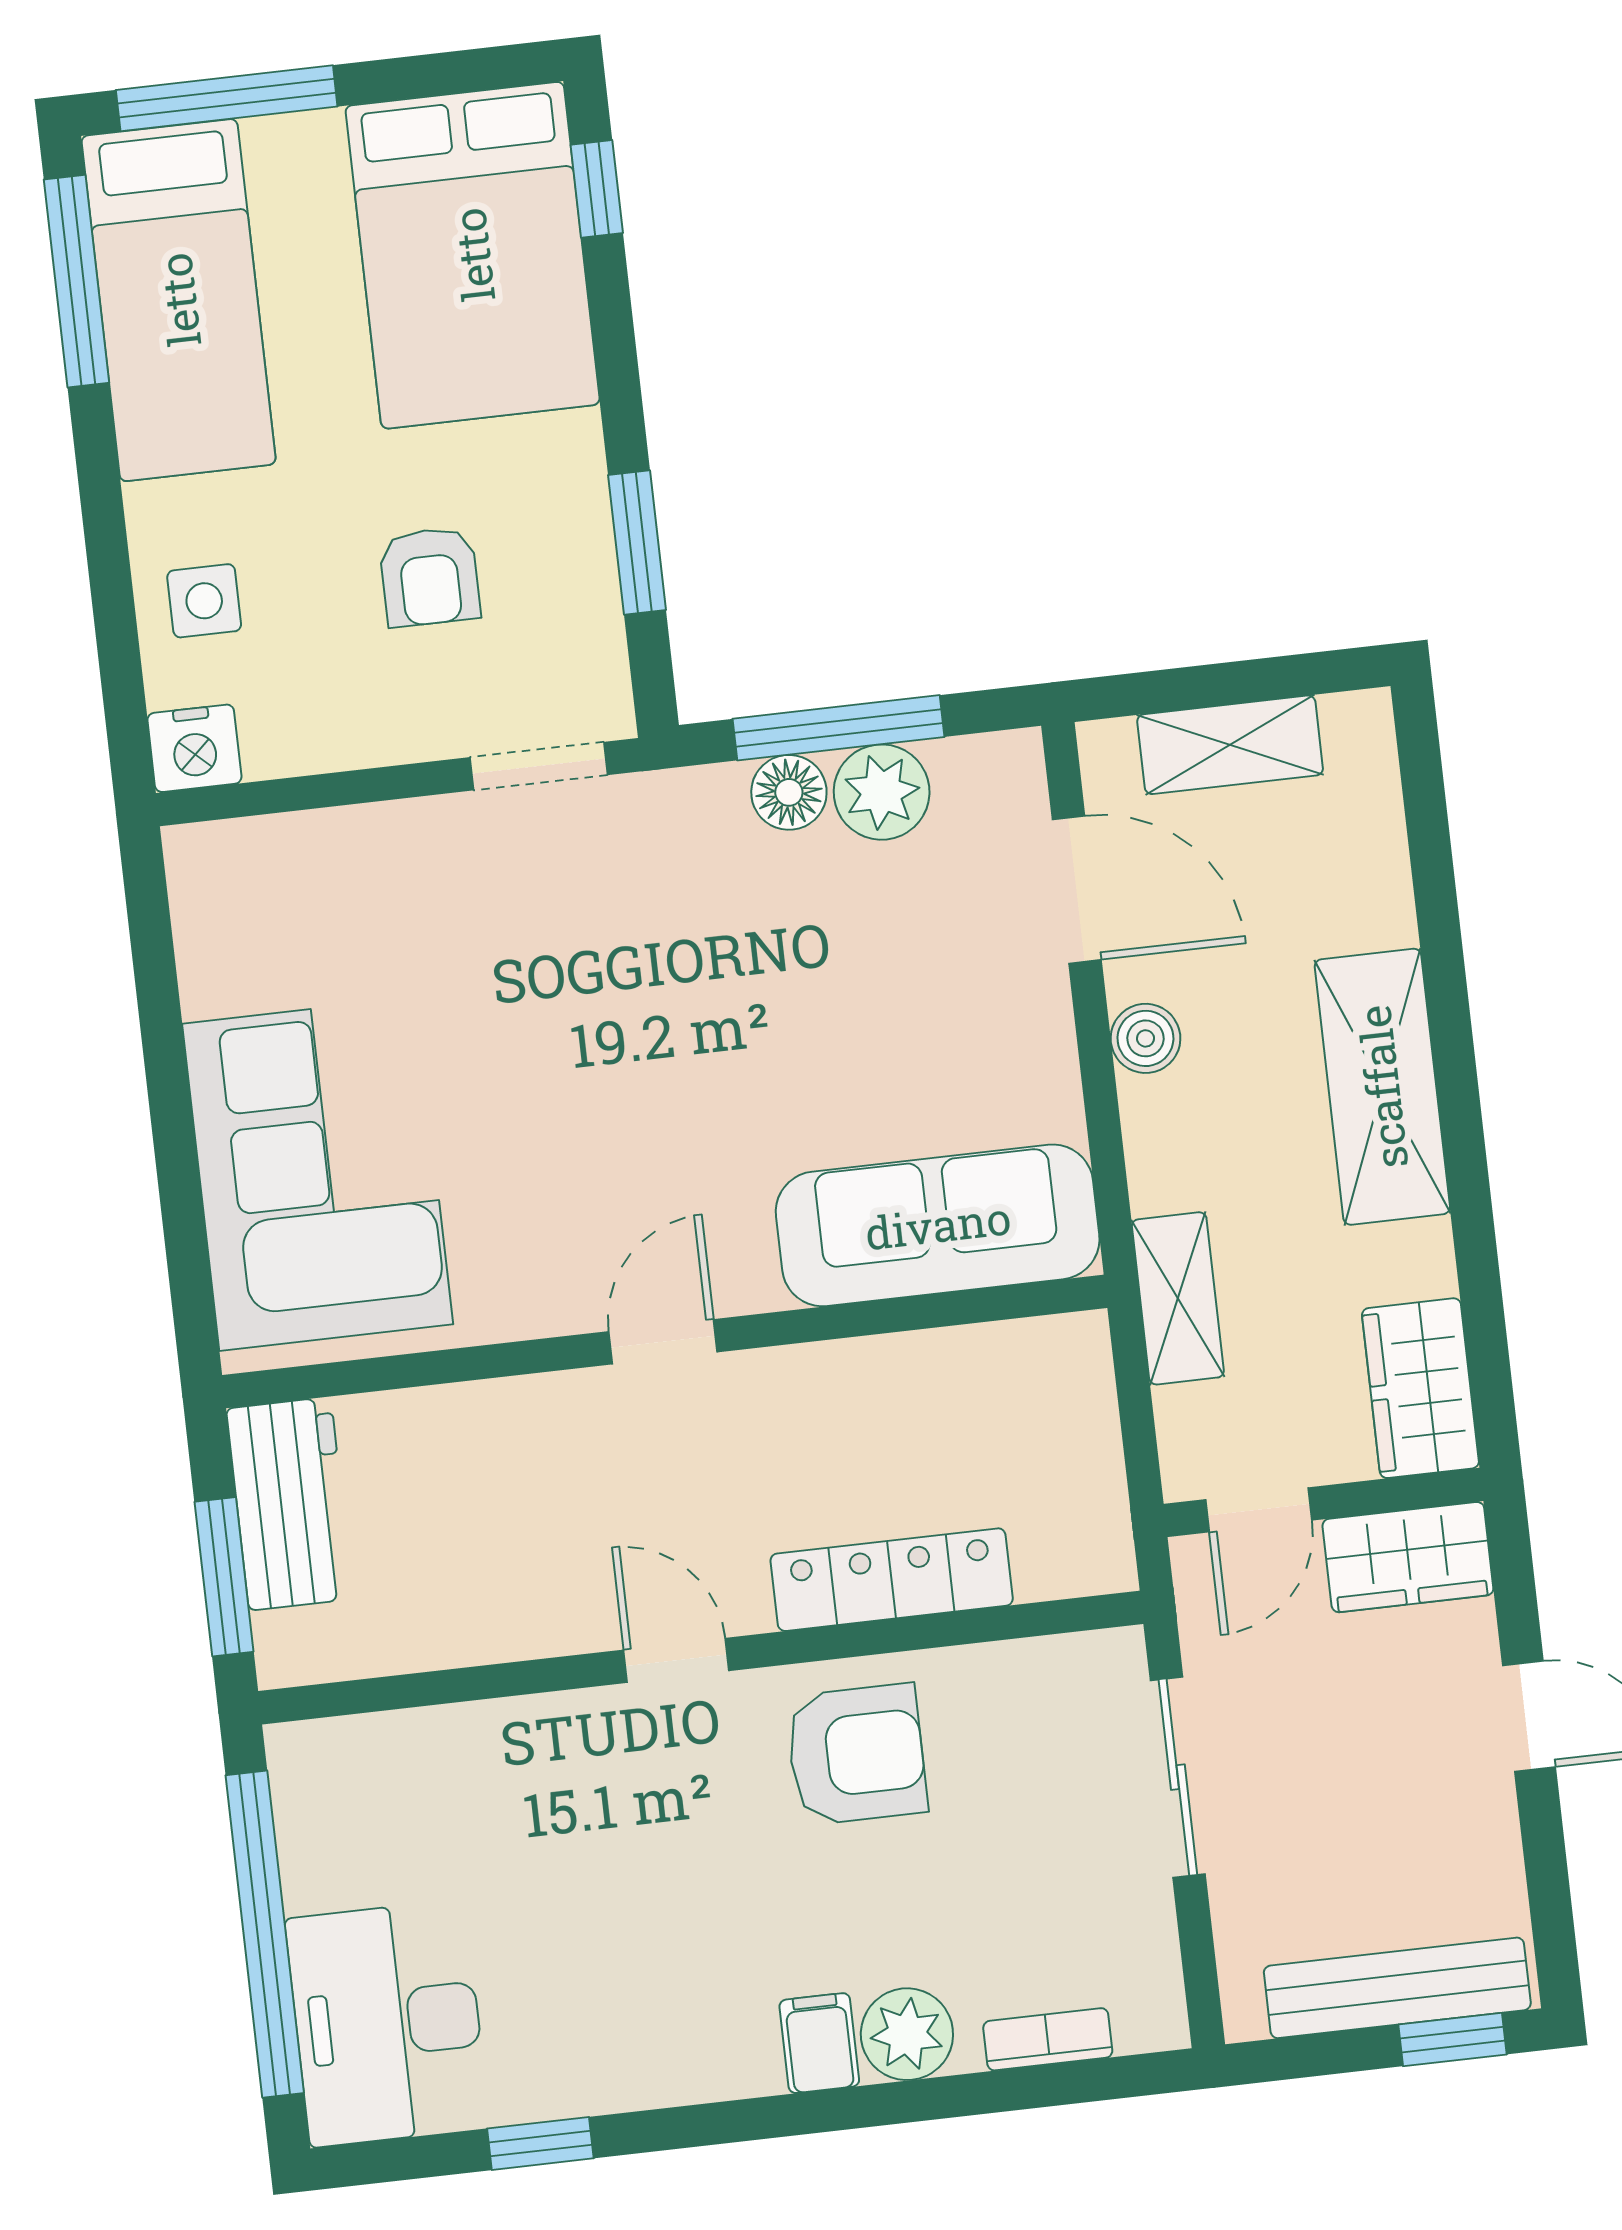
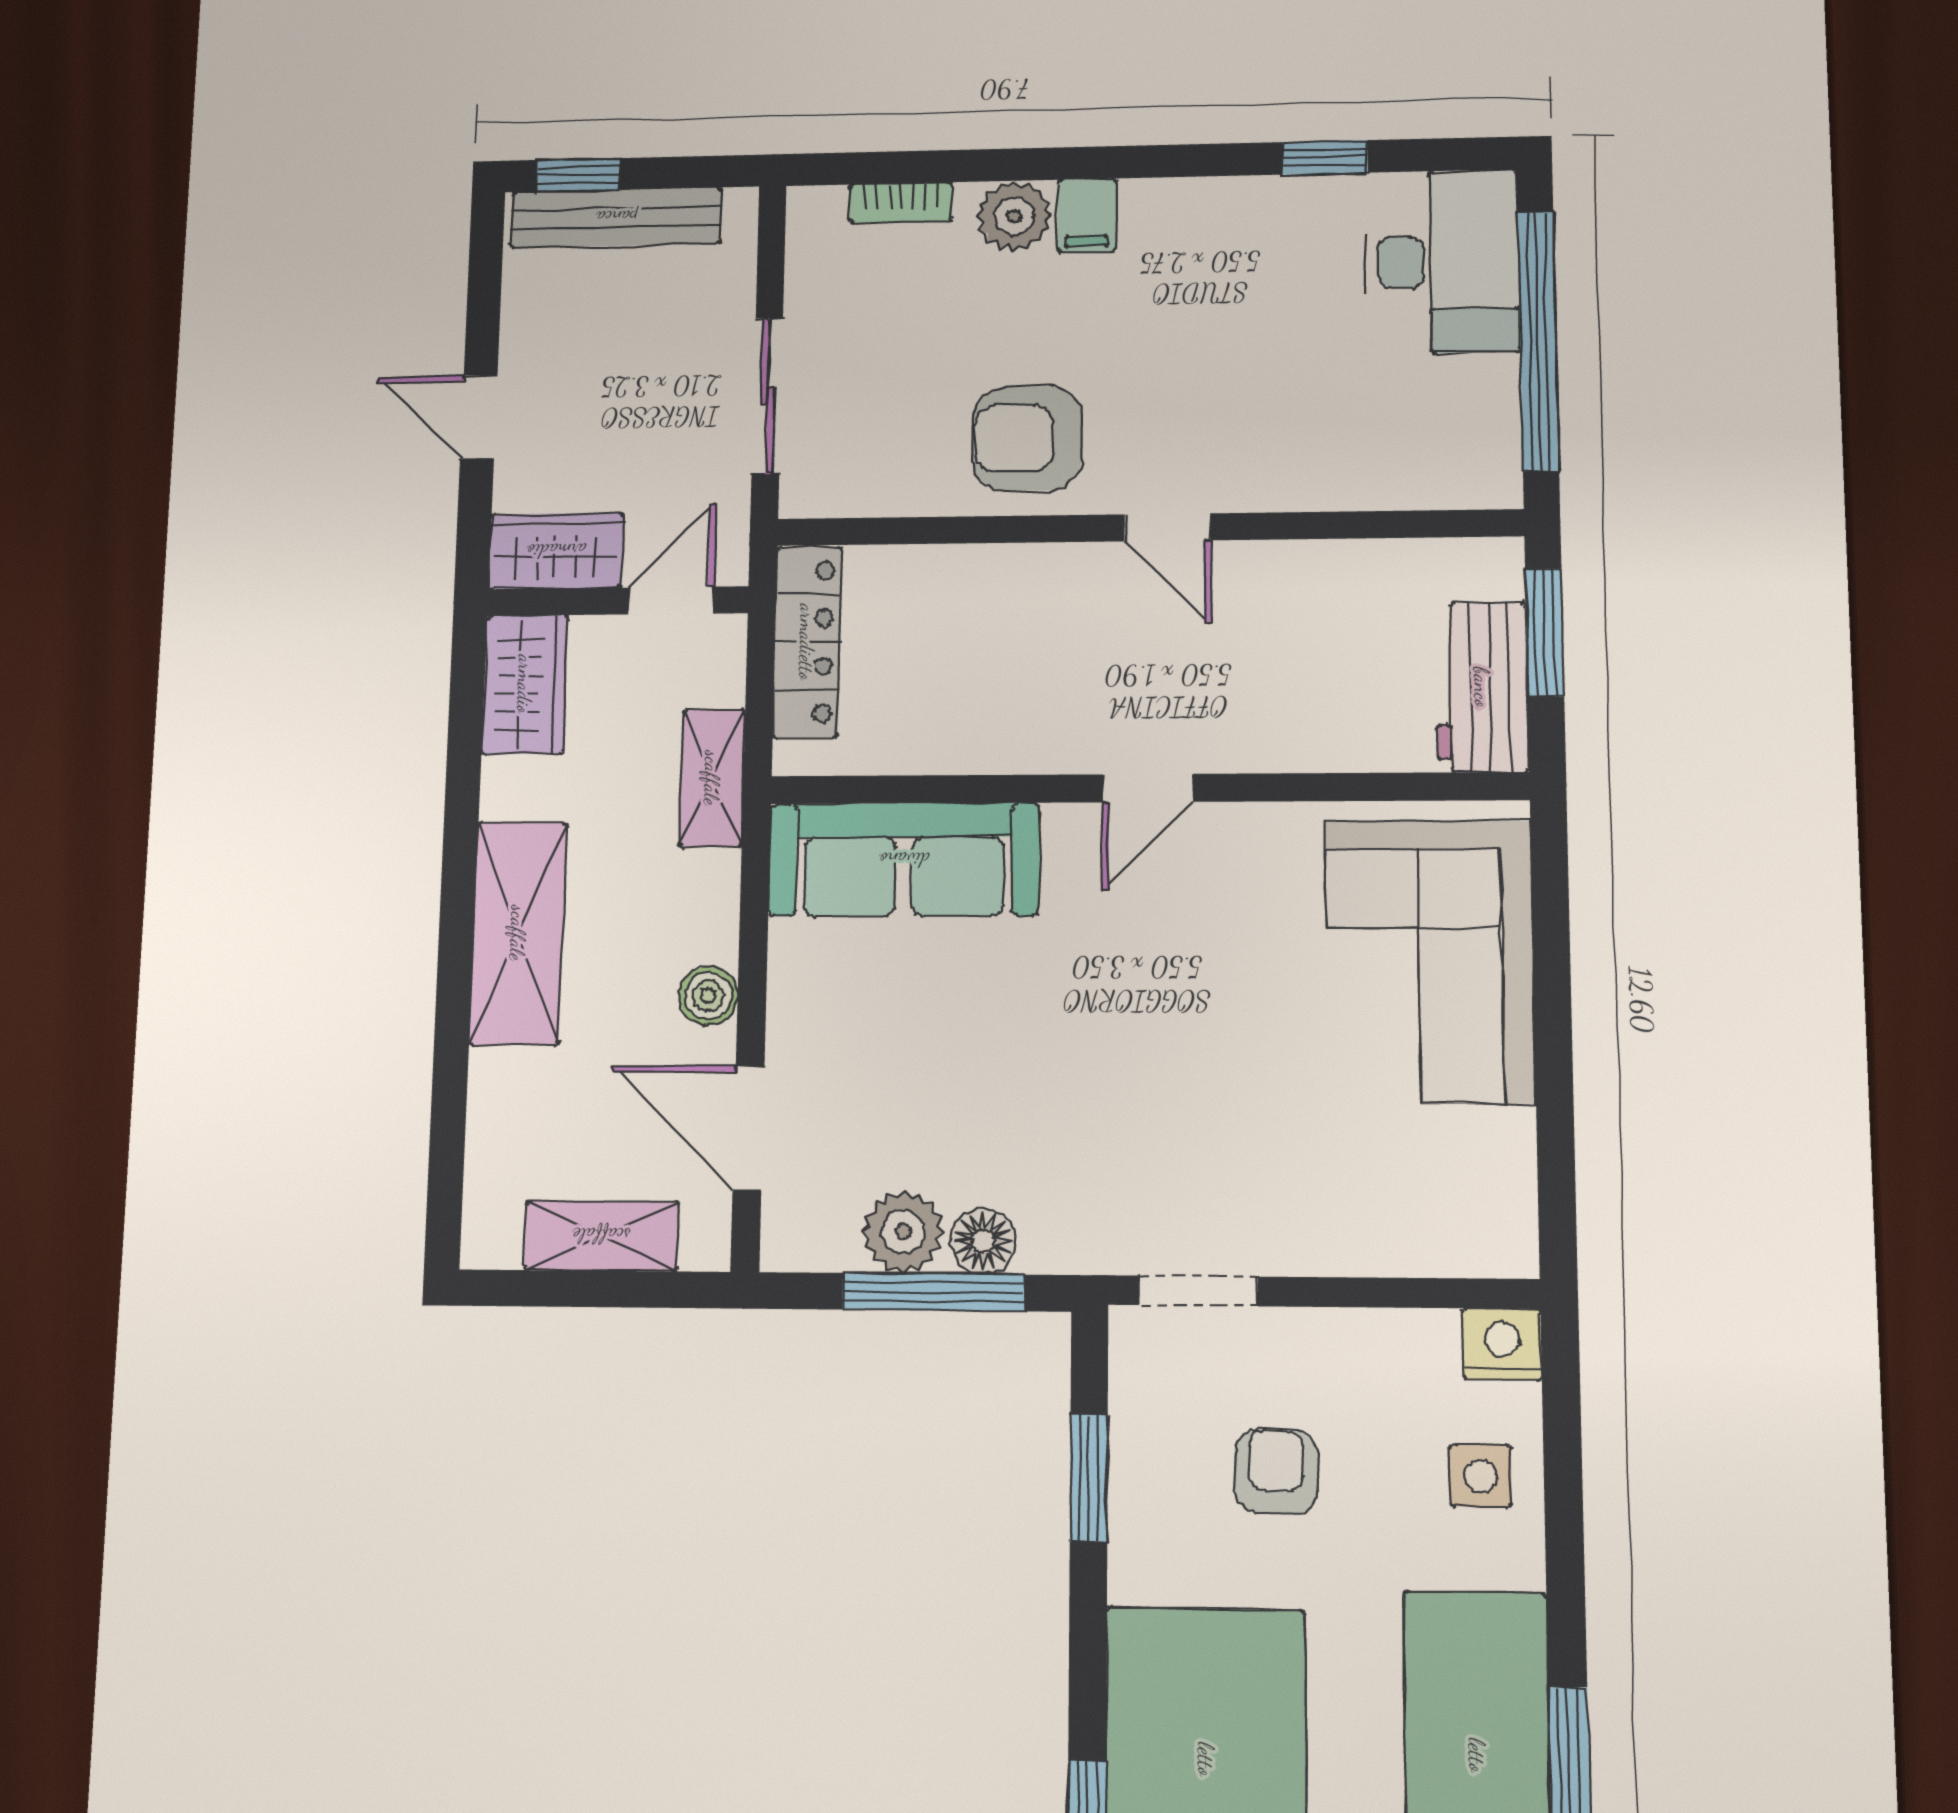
locker: (892, 1580) -> (807, 642), moved, turned -90

